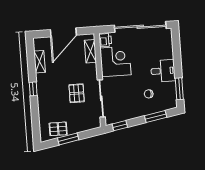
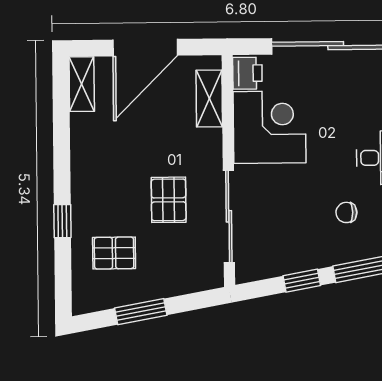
shelving: (40, 62) -> (82, 84), moved
window: (33, 89) -> (62, 221), moved
window: (120, 126) -> (302, 281), moved
pallet: (58, 129) -> (114, 253), moved

